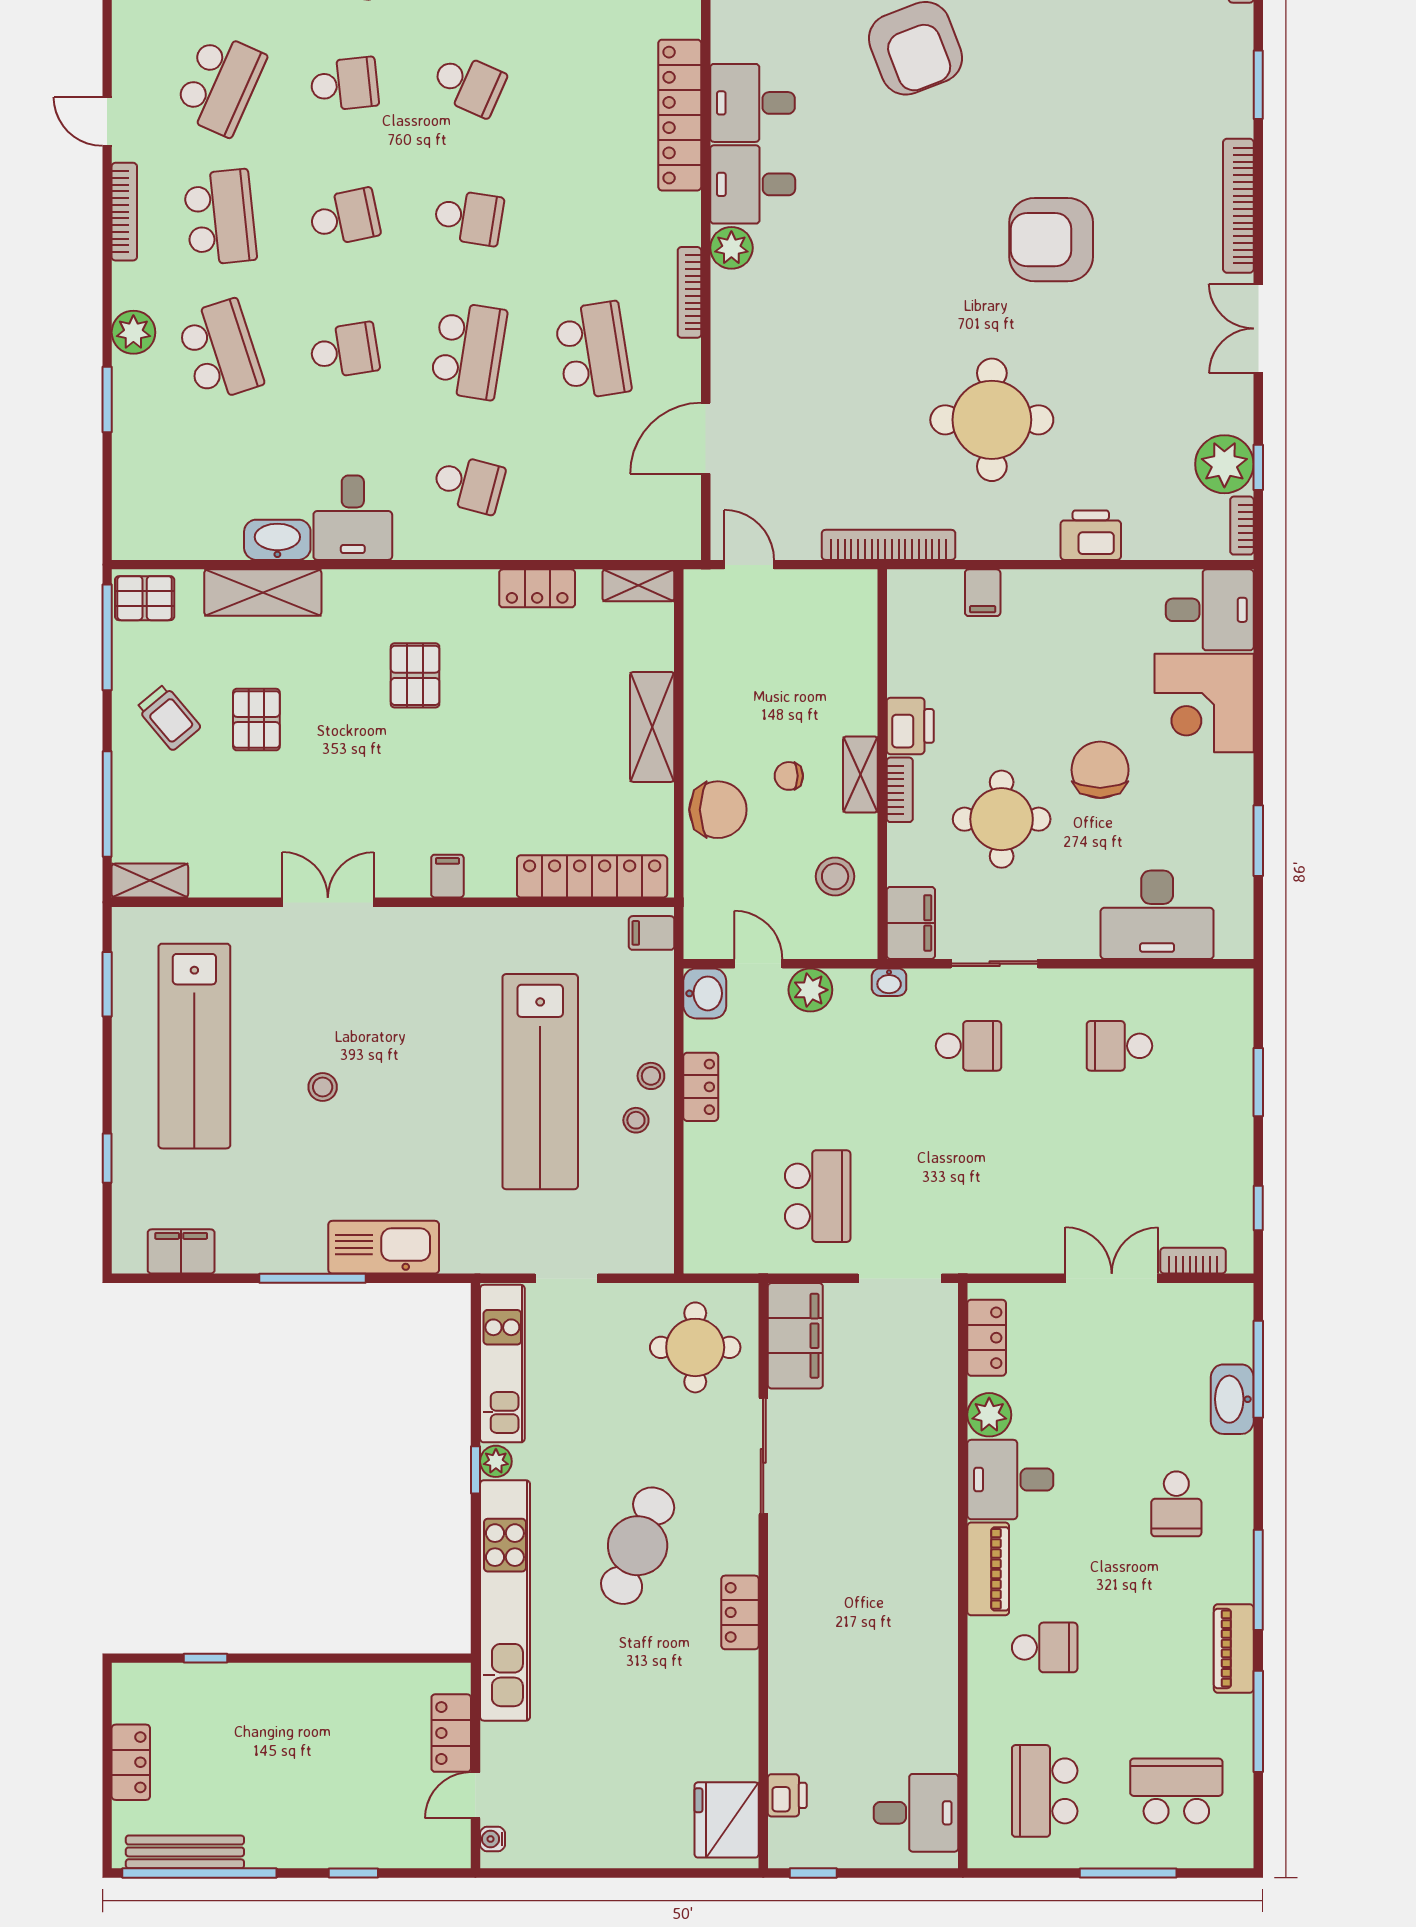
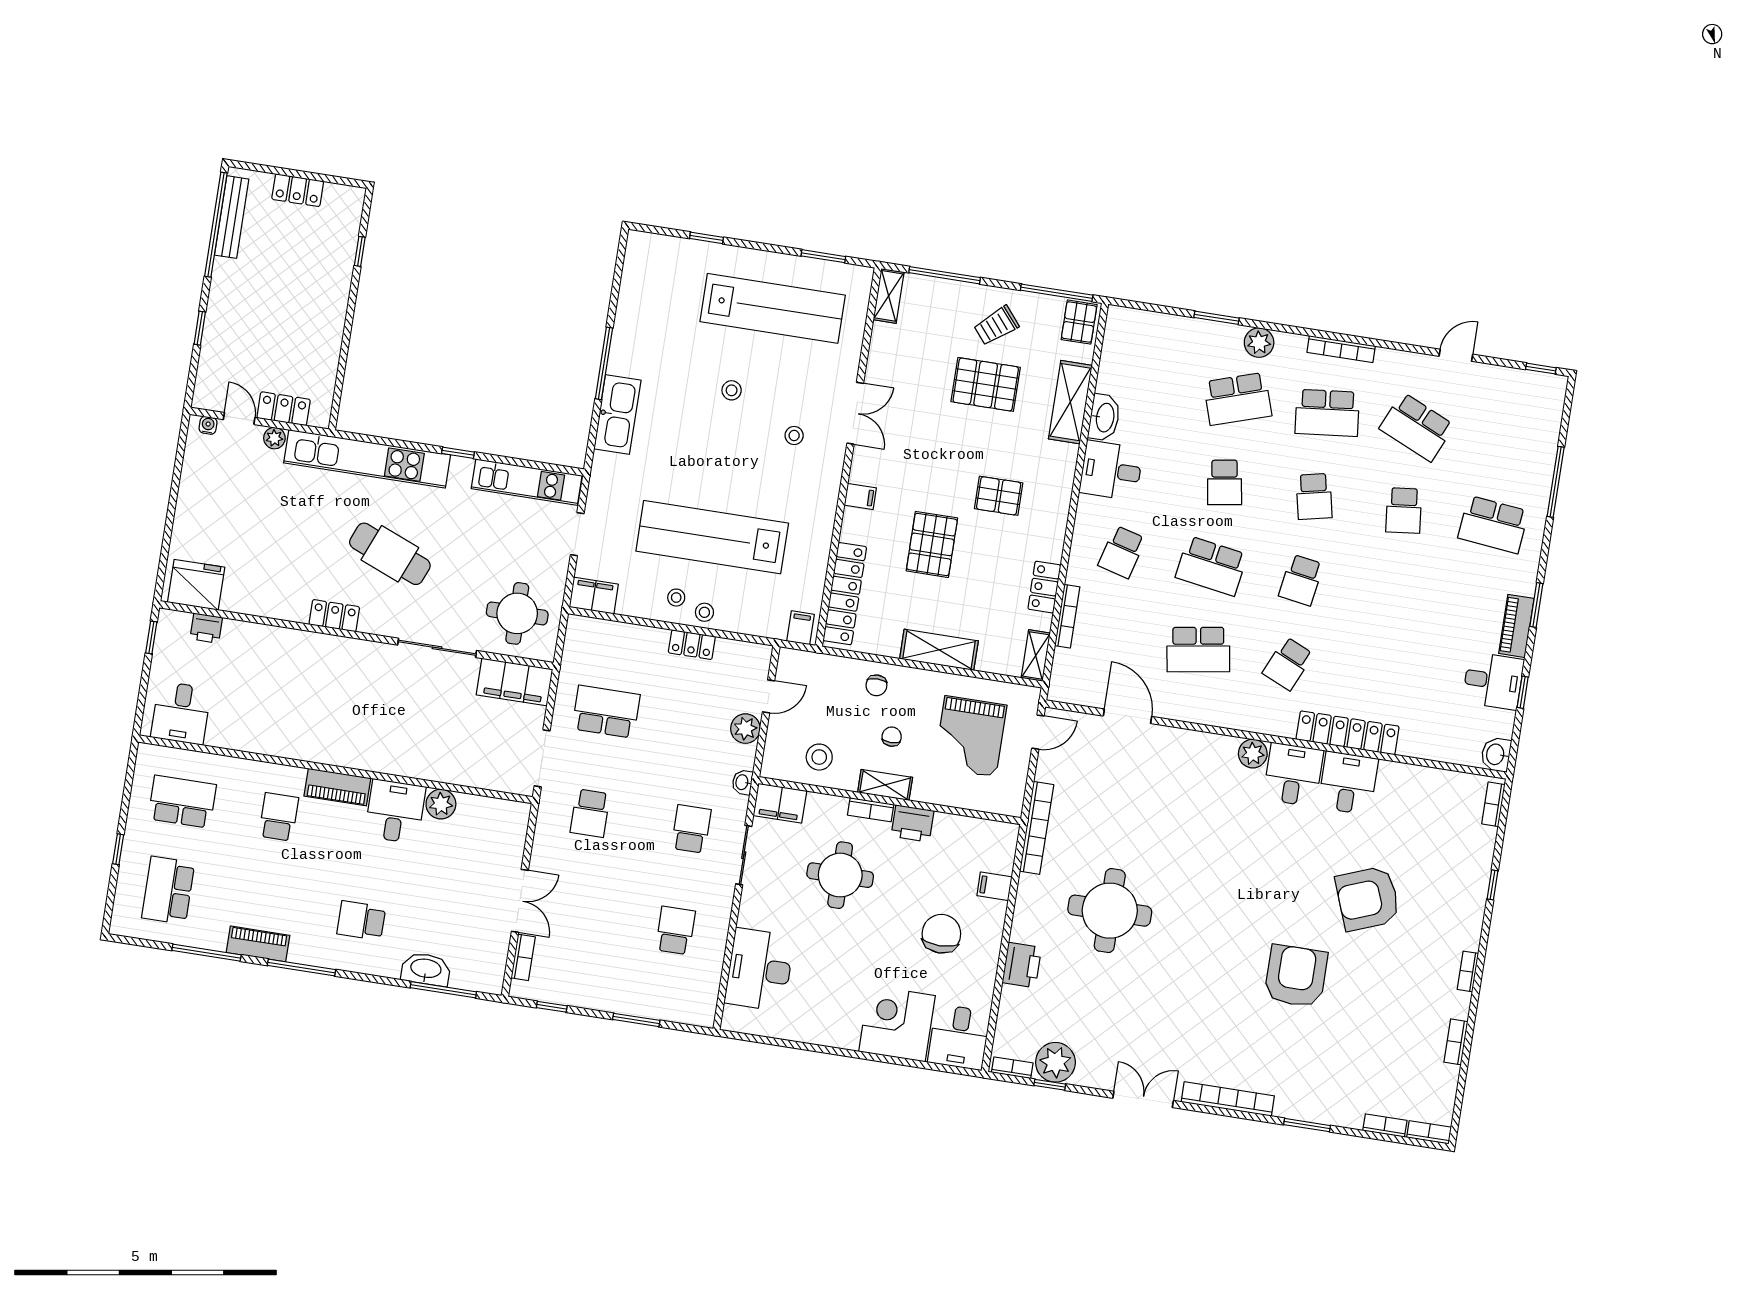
school desk: (469, 84) -> (1288, 664), moved
door: (107, 122) -> (1456, 355), moved
armchair: (1051, 240) -> (1296, 976), moved
bookcase: (689, 292) -> (1067, 616), moved, turned 90
grand piano: (771, 662) -> (970, 736), added
pallet: (256, 720) -> (986, 384), width x1.50, depth x1.42
pallet: (501, 761) -> (932, 544), added
chair: (1100, 770) -> (941, 934), moved, turned -90
chair: (718, 810) -> (876, 685), width x0.54, depth x0.54
window: (1258, 841) -> (799, 1045), removed
stool: (374, 986) -> (794, 436), added
washbasin: (705, 993) -> (754, 657), removed
lab bench: (194, 1046) -> (773, 308), turned 180
school desk: (969, 1046) -> (691, 829), turned 180
school desk: (818, 1196) -> (606, 712), turned 180
school desk: (969, 1196) -> (590, 813), added
filing cabinet: (181, 1251) -> (594, 596), moved, turned -90
locker: (987, 1338) -> (493, 810), removed
plant: (496, 1461) -> (274, 438), moved
school desk: (1045, 1647) -> (279, 817), turned 180
school desk: (1176, 1791) -> (168, 890), turned 180
window: (1128, 1873) -> (118, 849), width x0.46

